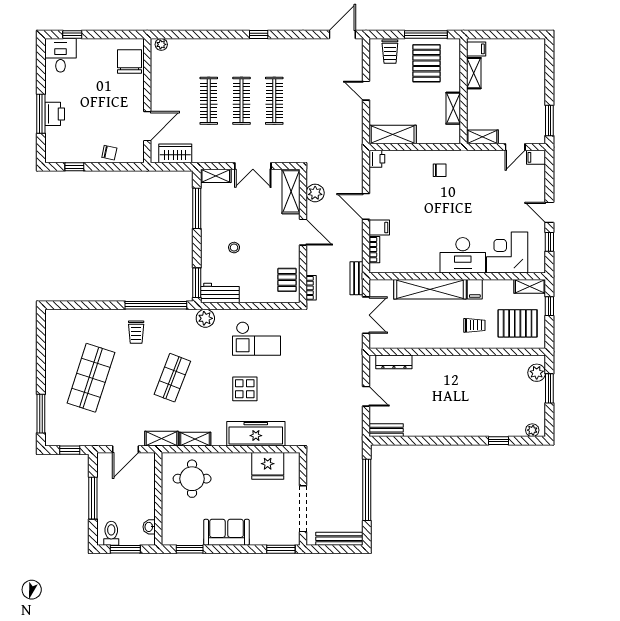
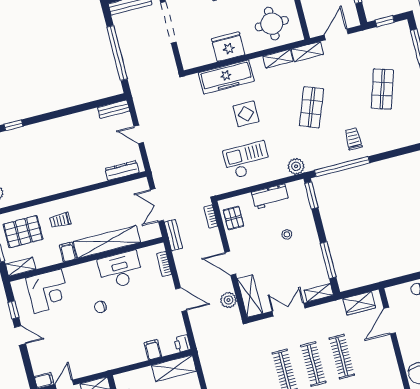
chair: (440, 170) -> (100, 307), moved
filing cabinet: (379, 228) -> (153, 350), moved, turned 90
desk: (463, 255) -> (120, 270), moved
workbench: (220, 293) -> (270, 196), moved
shop shelf: (91, 378) -> (382, 89), width x0.70, depth x0.74
fridge: (268, 466) -> (228, 47), moved

